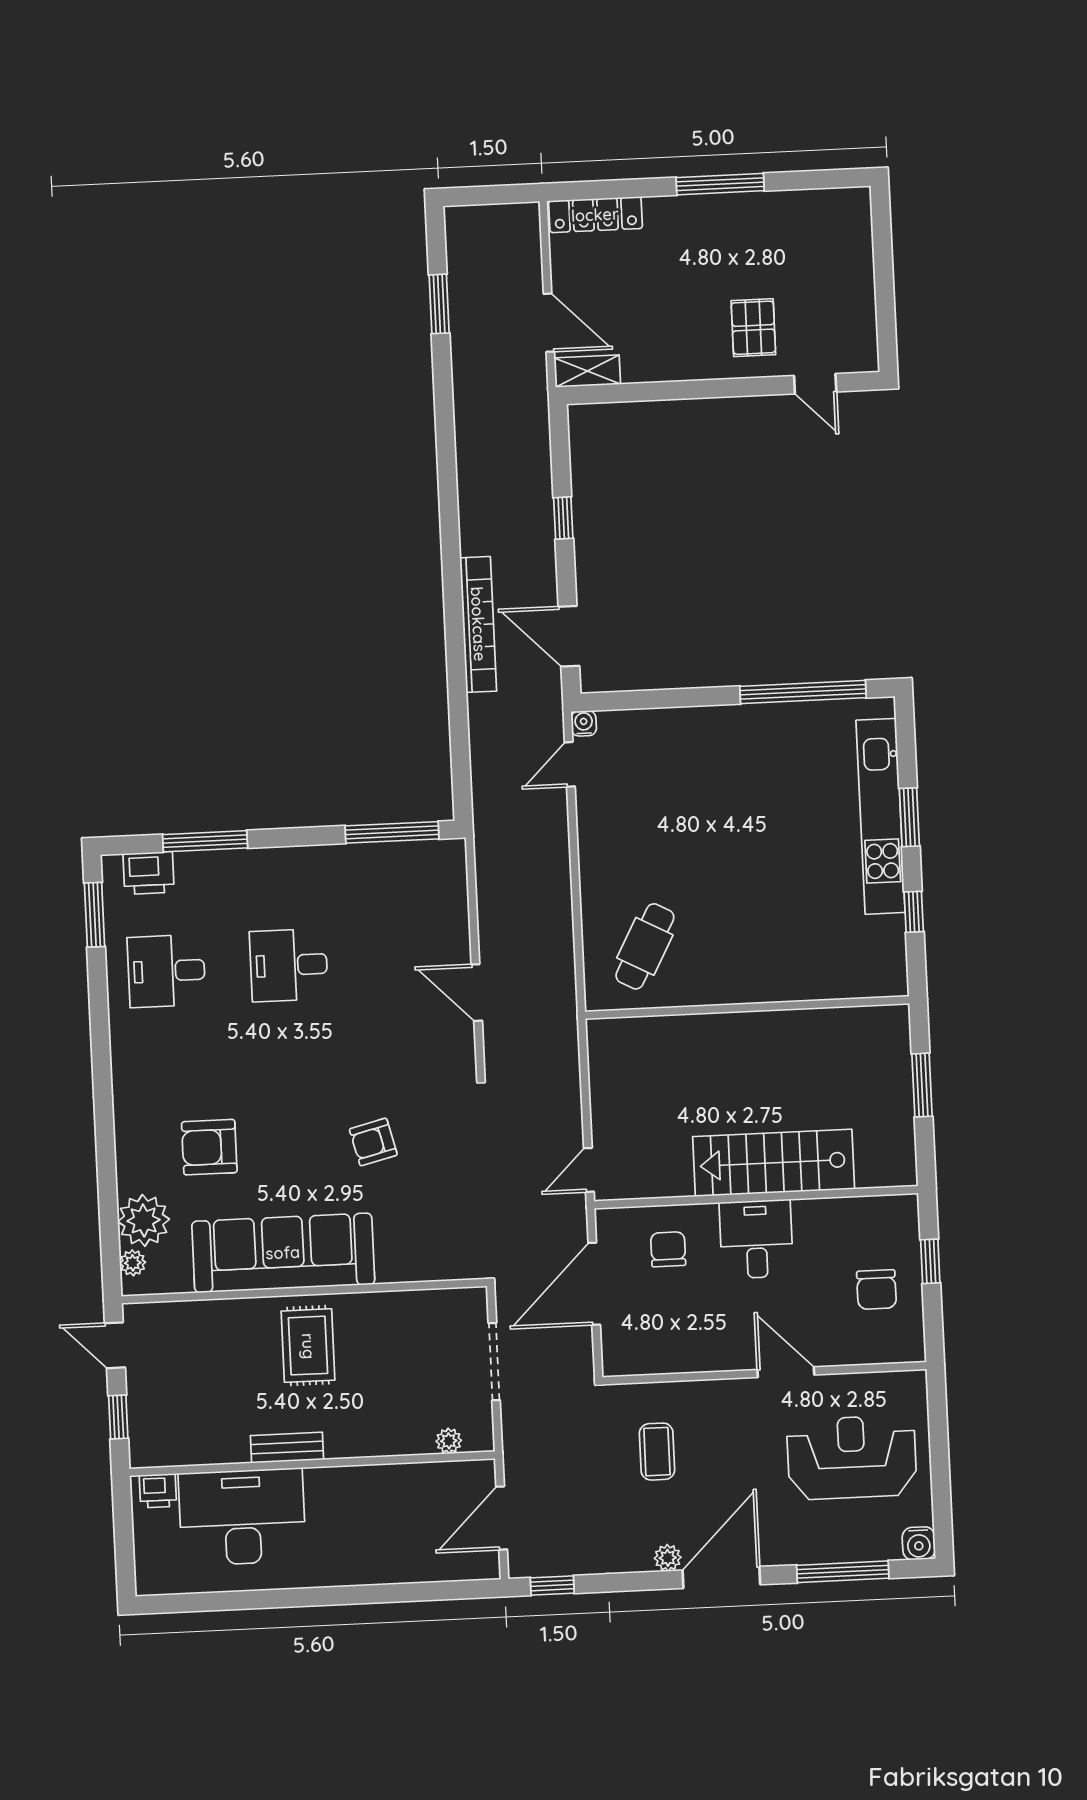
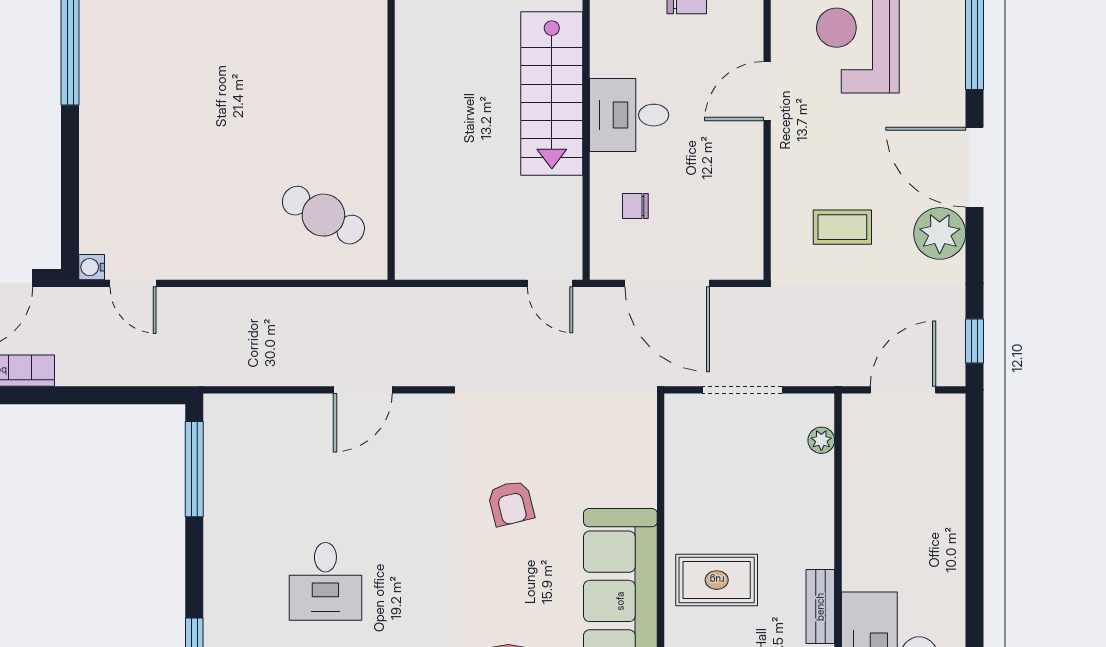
chair: (668, 1249) -> (635, 206), width x0.73, depth x0.73
door: (502, 1518) -> (903, 390), swing flipped
plant: (668, 1558) -> (940, 233), width x1.88, depth x1.88

